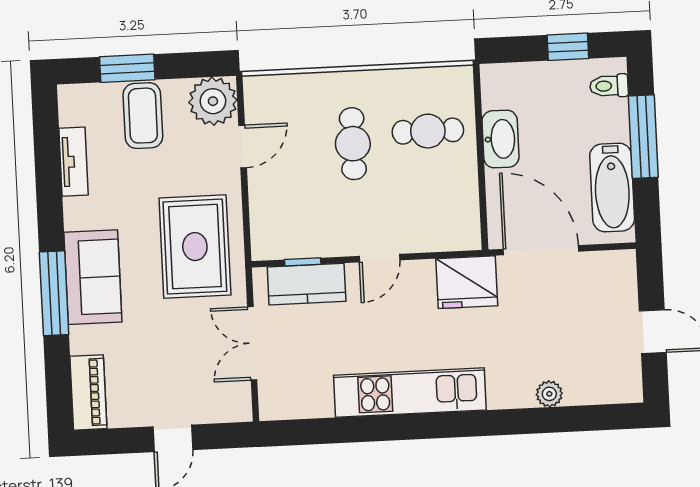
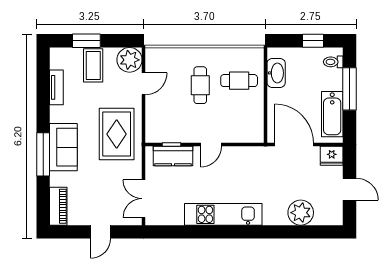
washbasin: (500, 139) -> (276, 73), moved
fridge: (467, 282) -> (332, 156), moved, width x0.73, depth x0.75
double door: (252, 343) -> (144, 199), moved
plant: (549, 394) -> (301, 213), width x1.87, depth x1.87

